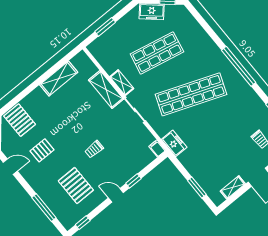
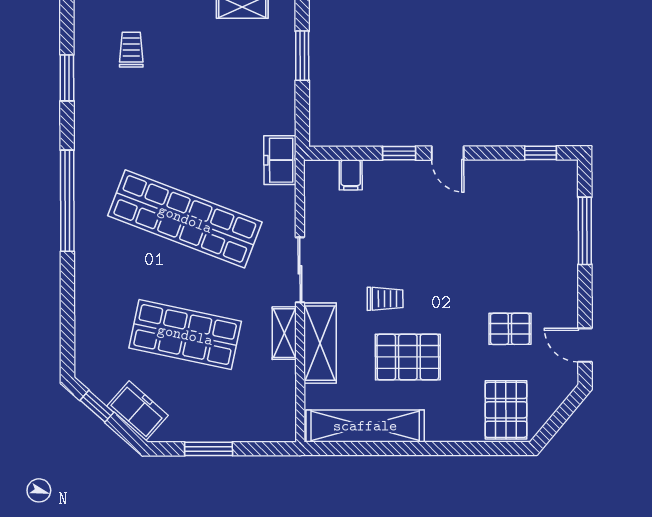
window: (105, 27) -> (209, 449), moved
shelving: (59, 79) -> (365, 426), width x1.47
filing cabinet: (157, 148) -> (351, 175), moved
trolley: (94, 149) -> (385, 299), moved
pallet: (76, 186) -> (408, 357), moved, turned 90

